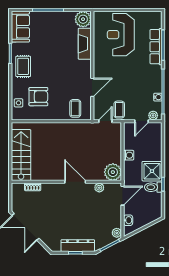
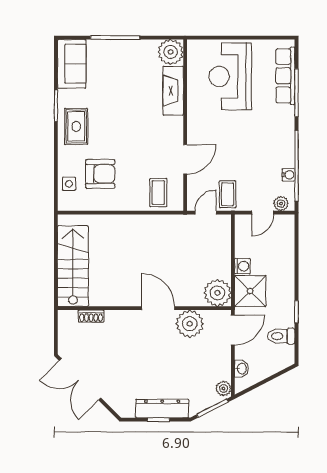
row of seats: (156, 47) -> (285, 76), moved
shower: (152, 171) -> (250, 291), moved
toilet: (153, 187) -> (281, 336), moved
plant: (99, 188) -> (190, 324), width x1.87, depth x1.87

